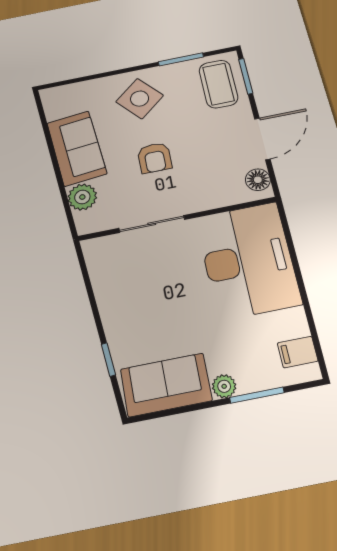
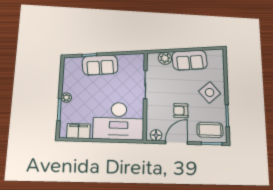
door: (262, 139) -> (176, 143), swing flipped
armchair: (155, 158) -> (181, 111), moved
filing cabinet: (298, 352) -> (78, 131), width x2.00
sofa: (166, 385) -> (100, 65), moved, turned 84

